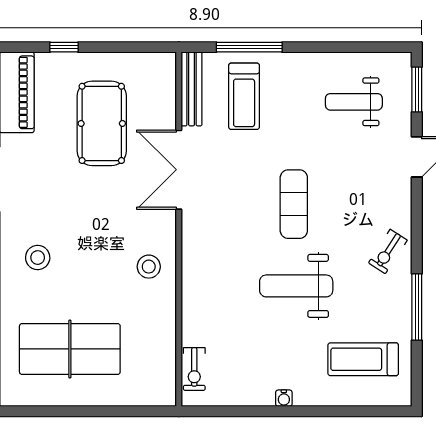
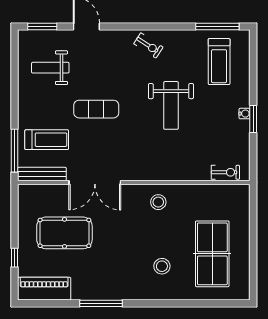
window: (249, 47) -> (14, 151), moved
weight bench: (354, 102) -> (50, 68), turned 90
exercise mat: (294, 204) -> (96, 109), moved
stool: (38, 258) -> (162, 266), moved
window: (417, 307) -> (217, 27), moved
window: (276, 411) -> (253, 119), added

